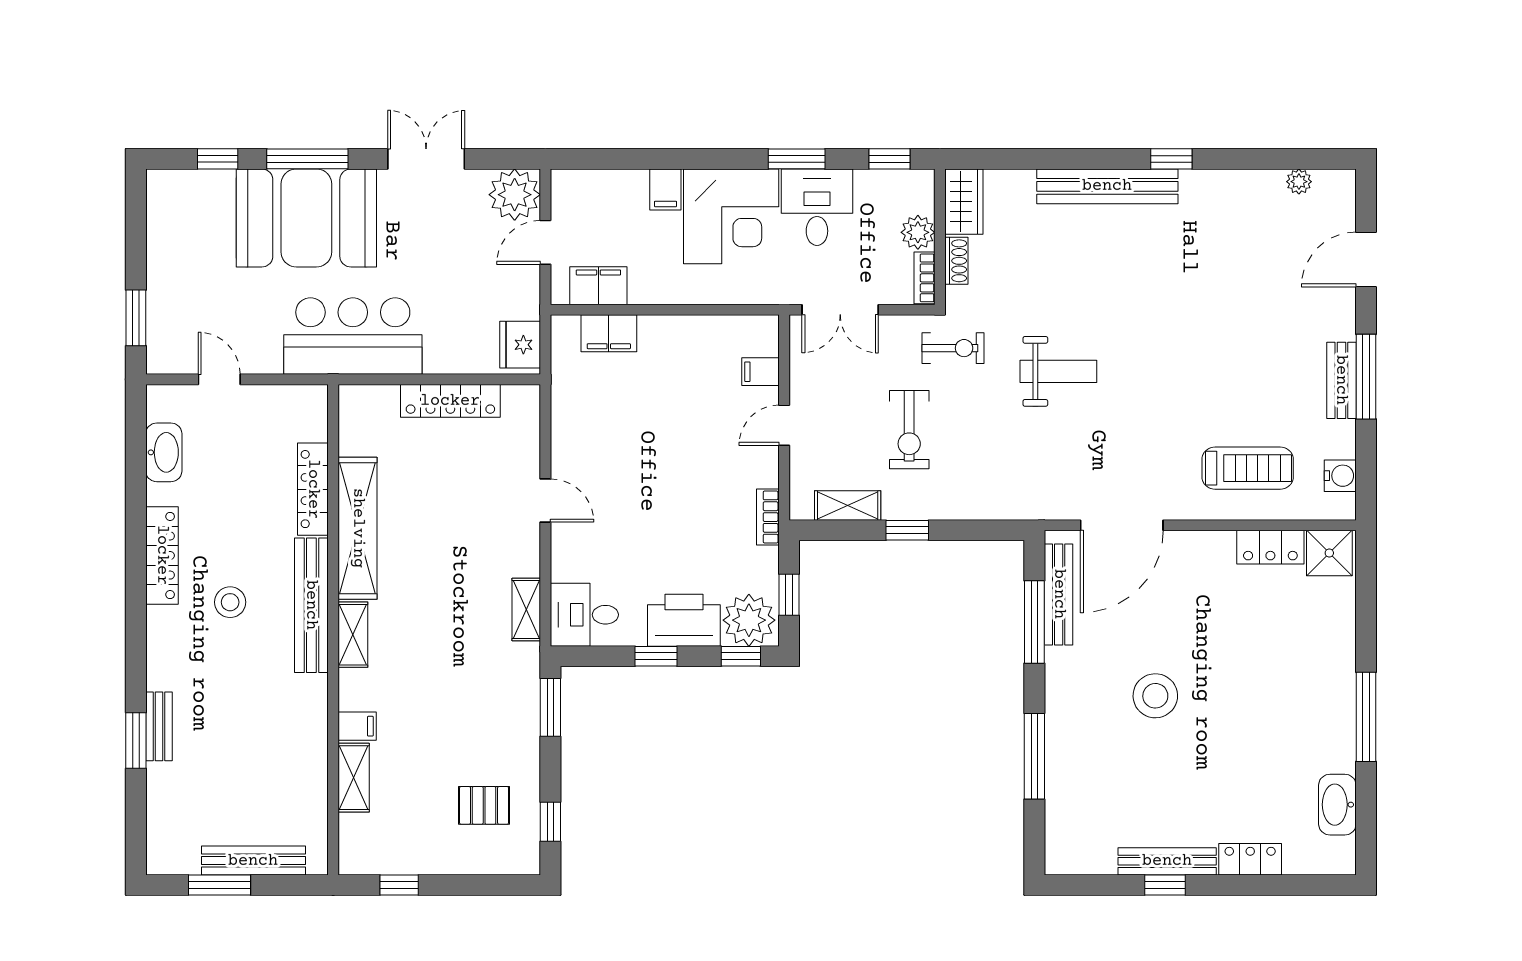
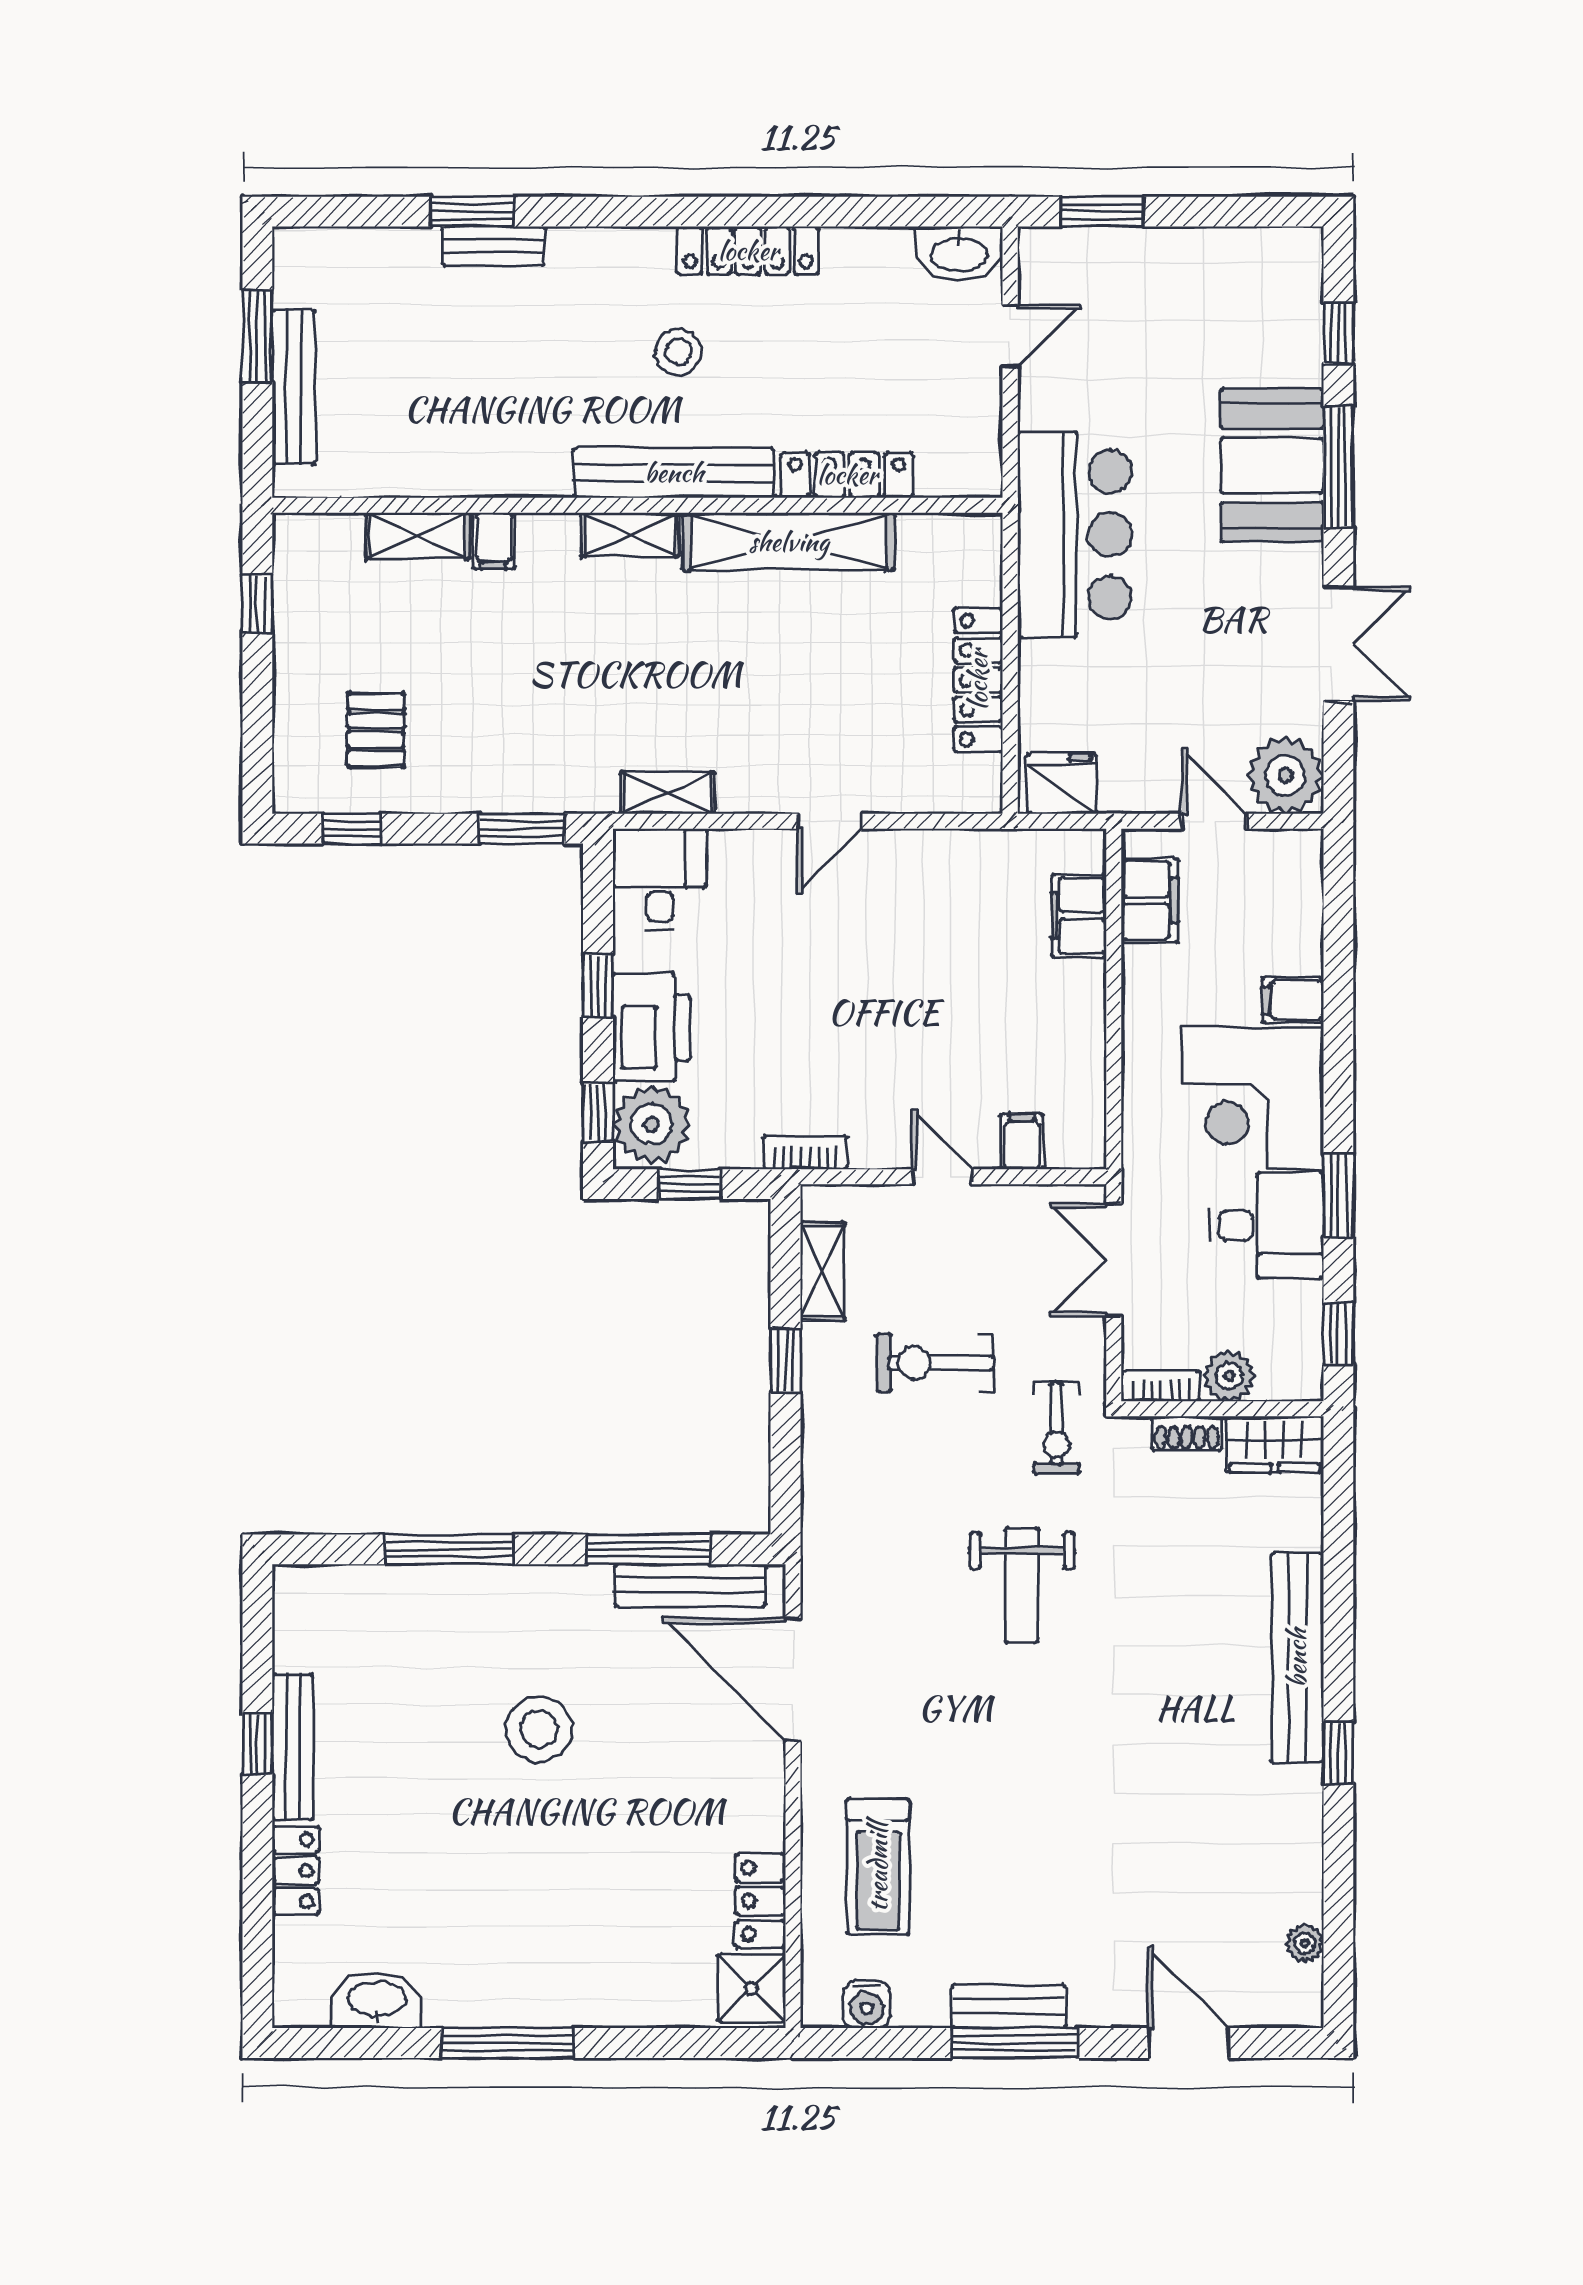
booth: (306, 218) -> (1272, 465), width x0.73, depth x0.70
washbasin: (164, 452) -> (959, 253), moved

